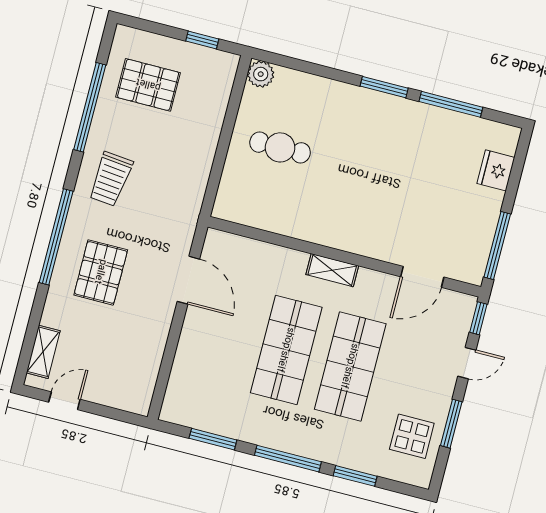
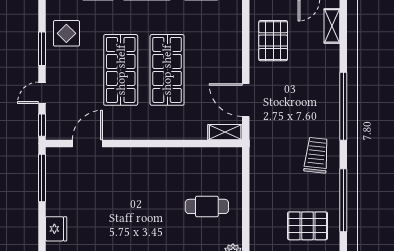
shelving: (332, 270) -> (225, 132), moved
pallet: (101, 272) -> (273, 41), moved

